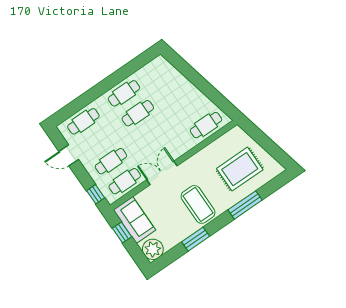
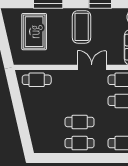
rug: (240, 169) -> (34, 32), turned 90
double door: (162, 173) -> (92, 67), swing flipped

